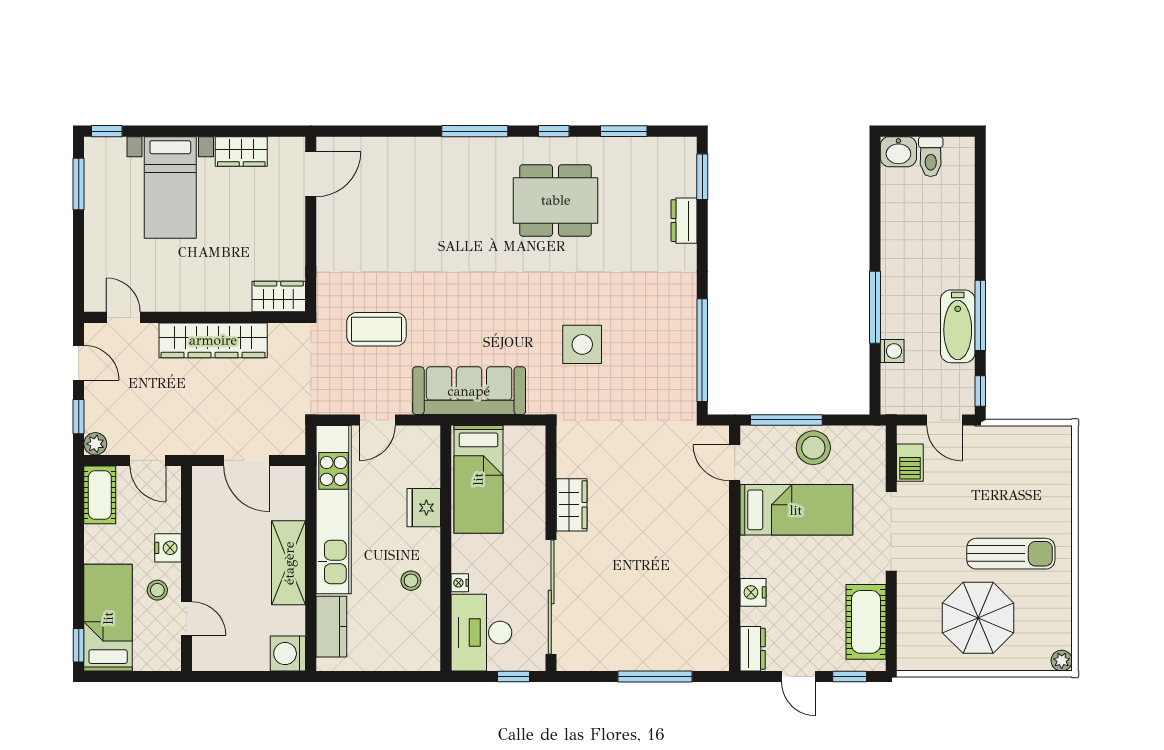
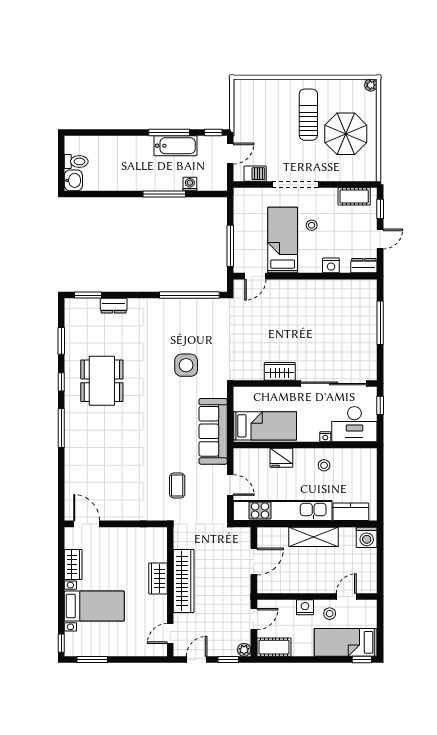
wardrobe: (279, 297) -> (158, 578), moved
coffee table: (376, 329) -> (177, 485), width x0.73, depth x0.77
stool: (813, 448) -> (312, 225), moved, width x0.53, depth x0.53
cot: (866, 622) -> (354, 196), width x0.73, depth x0.75

